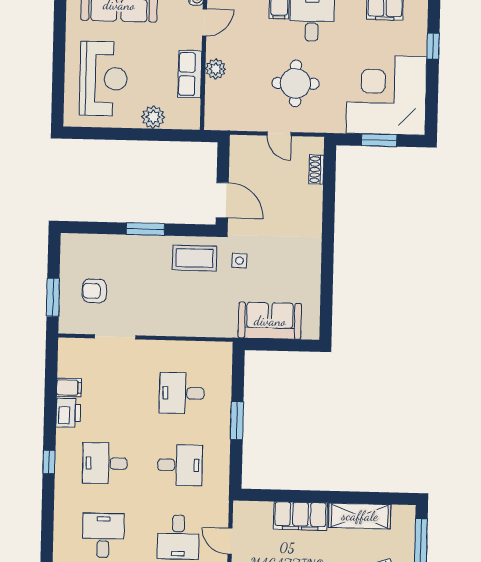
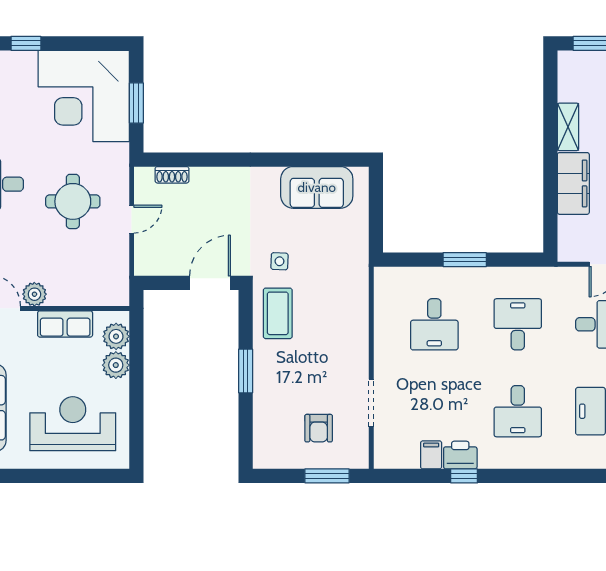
plant: (216, 69) -> (34, 294), moved
plant: (178, 118) -> (116, 336), added
sofa: (270, 321) -> (317, 187), moved, turned -90
window: (49, 462) -> (464, 476), moved
shelving: (360, 516) -> (568, 127), width x0.67, depth x0.75

